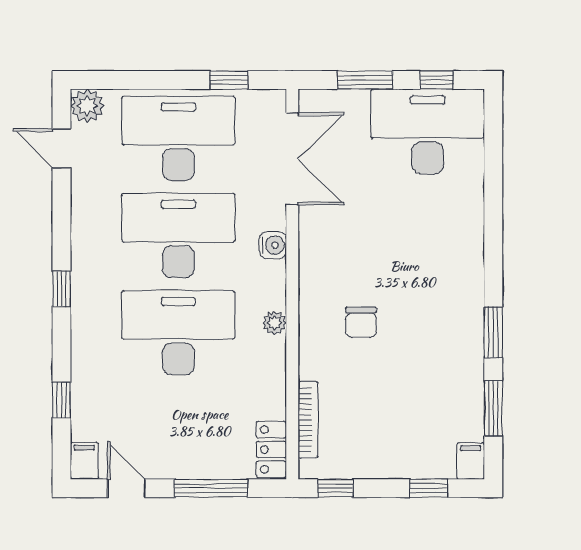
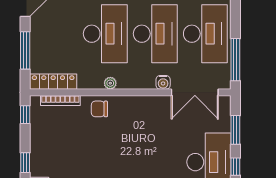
window: (229, 80) -> (235, 60), width x2.17
water cooler: (273, 245) -> (163, 82), moved
chair: (361, 322) -> (99, 109), moved
locker: (271, 449) -> (53, 82), width x1.53

